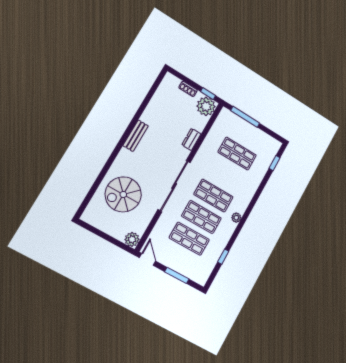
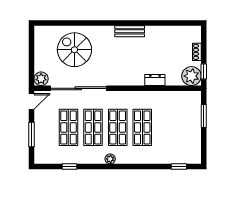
window: (245, 117) -> (204, 116), width x0.69
shop shelf: (237, 154) -> (142, 127), moved
sliding door: (174, 186) -> (78, 88), moved

